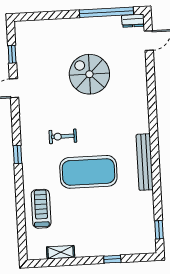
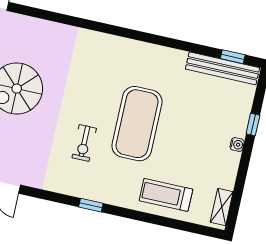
bench: (145, 162) -> (223, 68), moved
shelving: (61, 252) -> (222, 207), moved
water cooler: (94, 252) -> (237, 145), added

